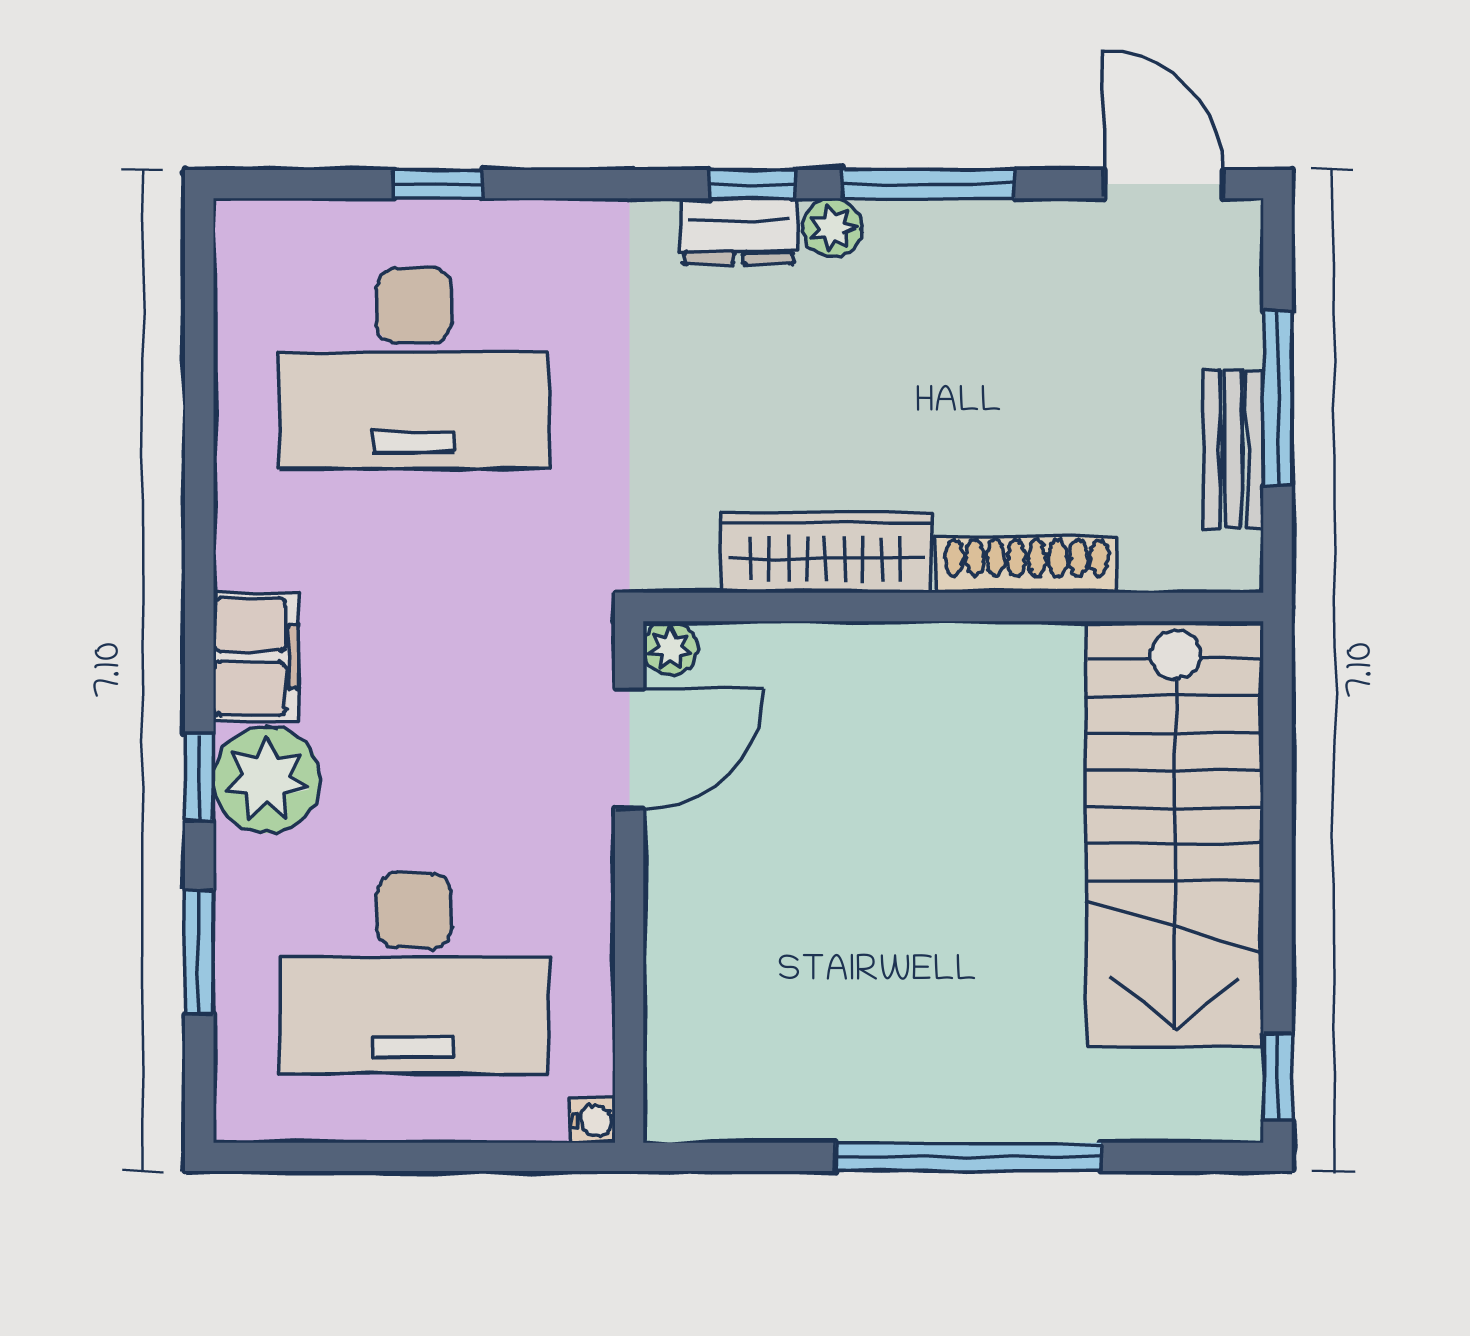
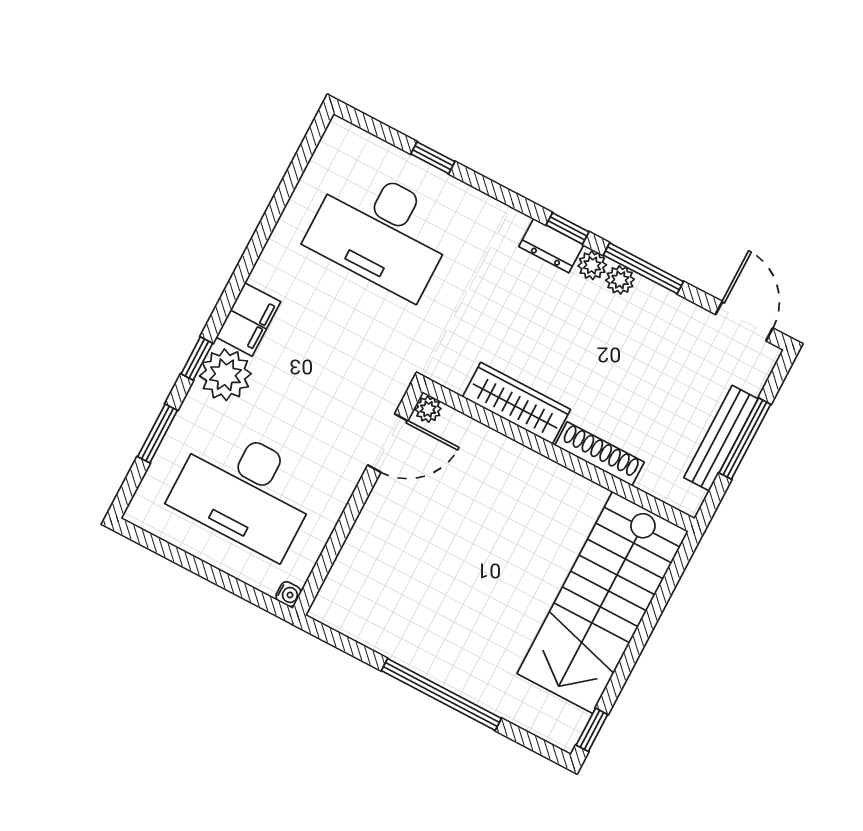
plant: (897, 228) -> (620, 280), added
bench: (1233, 449) -> (721, 438), width x1.36

